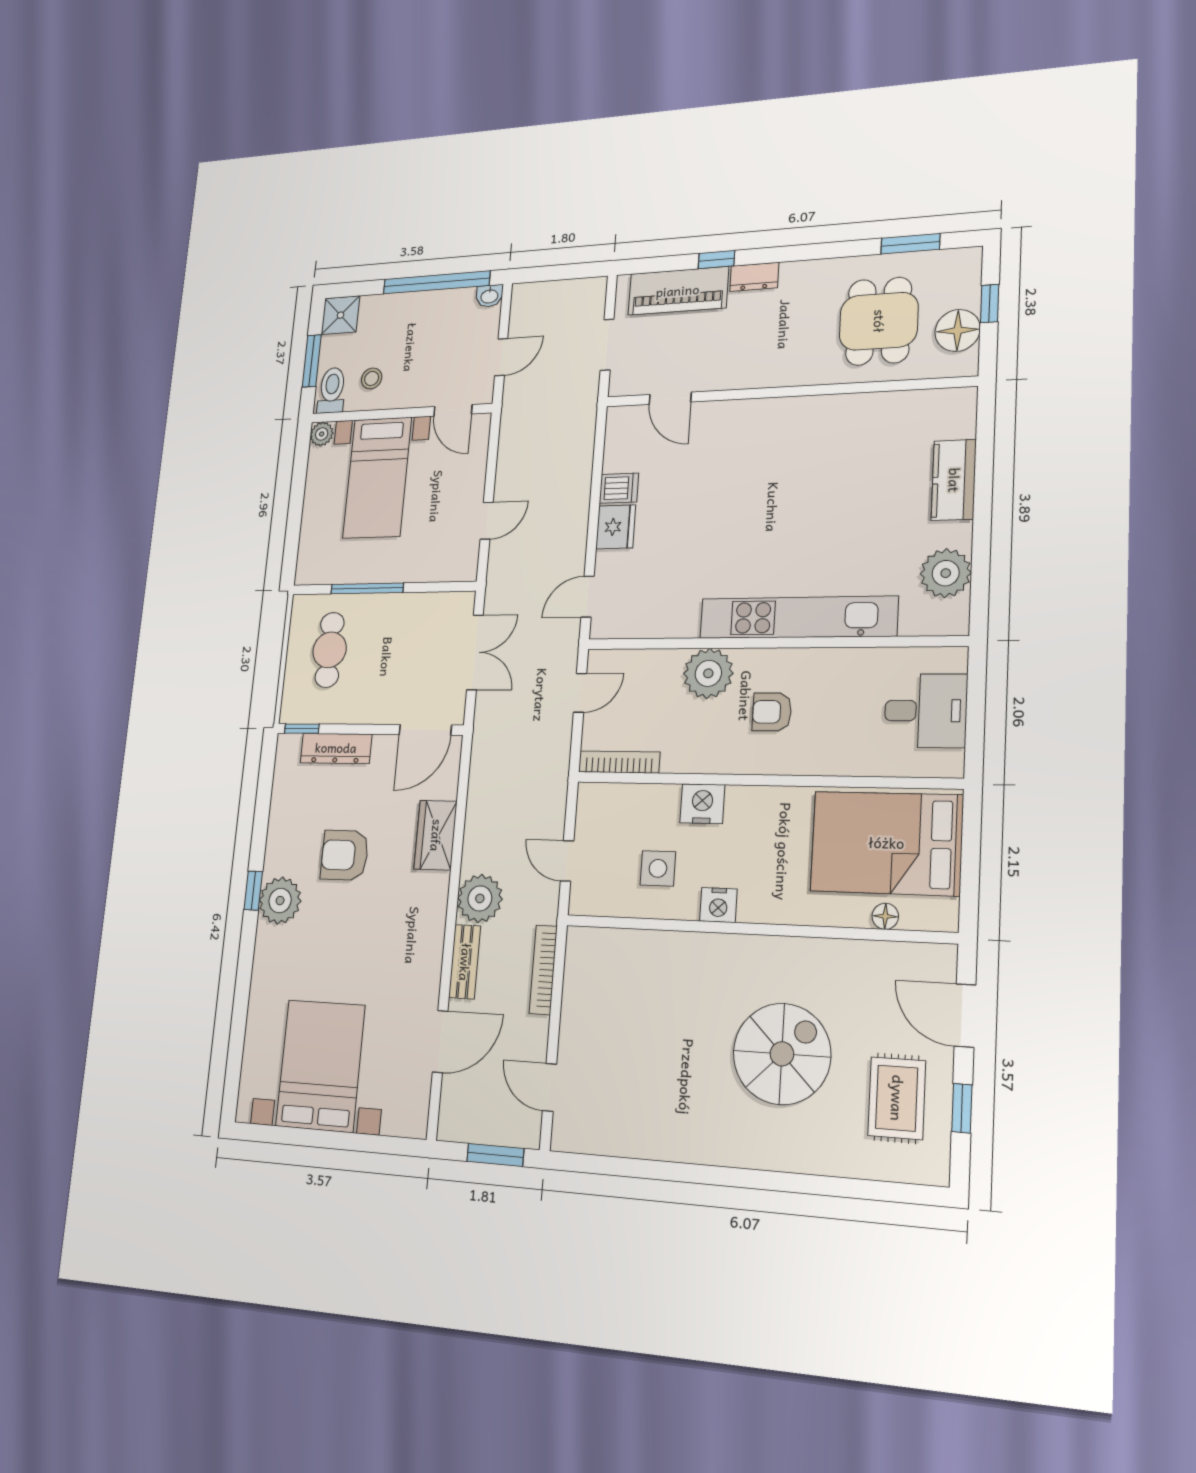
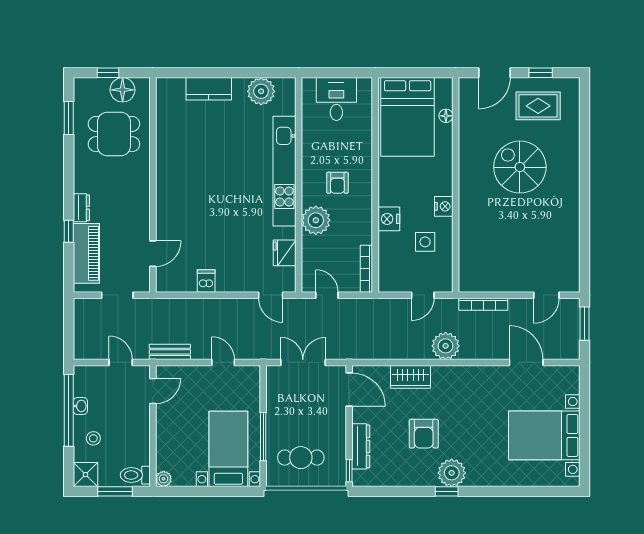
washbasin: (489, 296) -> (80, 406), moved
stool: (372, 378) -> (93, 438), moved
bed with nightstands: (377, 478) -> (228, 449), moved, turned -90
fridge: (616, 527) -> (285, 253), moved, turned -90
bench: (465, 962) -> (170, 352), moved

